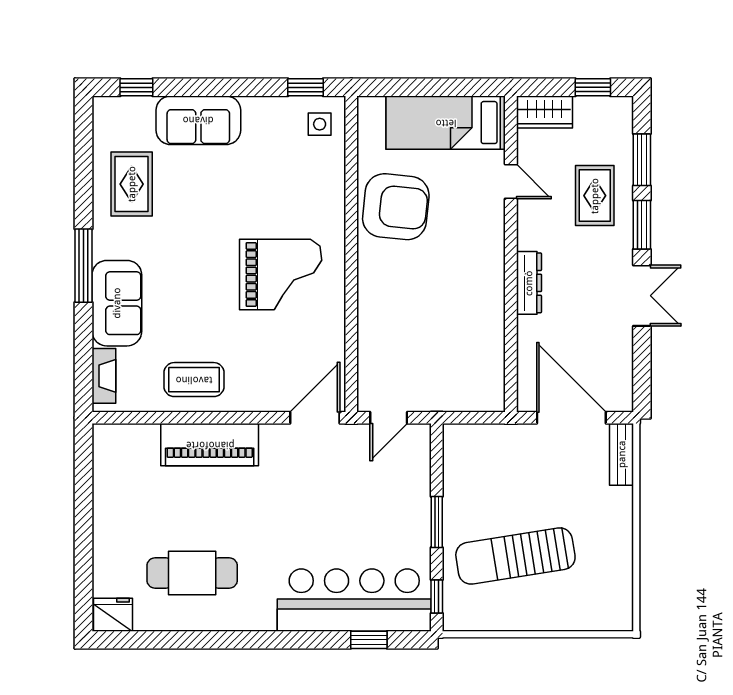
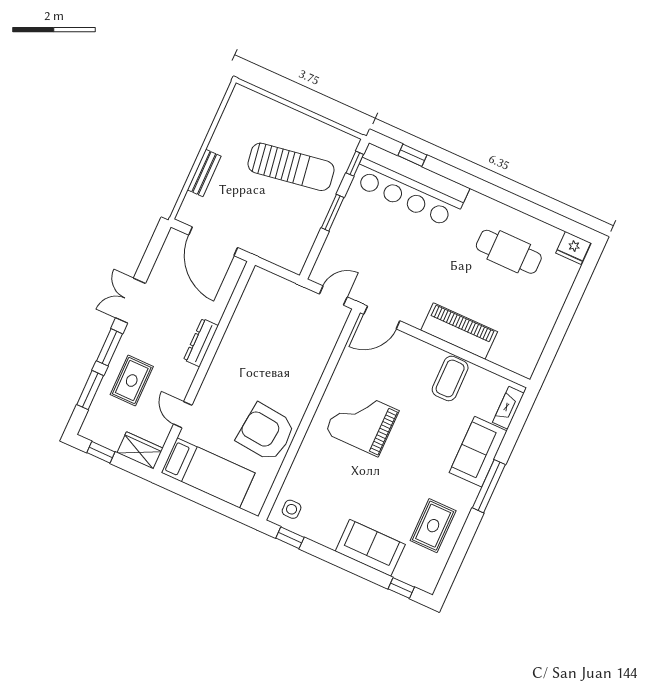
coffee table: (194, 380) -> (450, 378), turned 90
bench: (622, 454) -> (204, 173), moved

